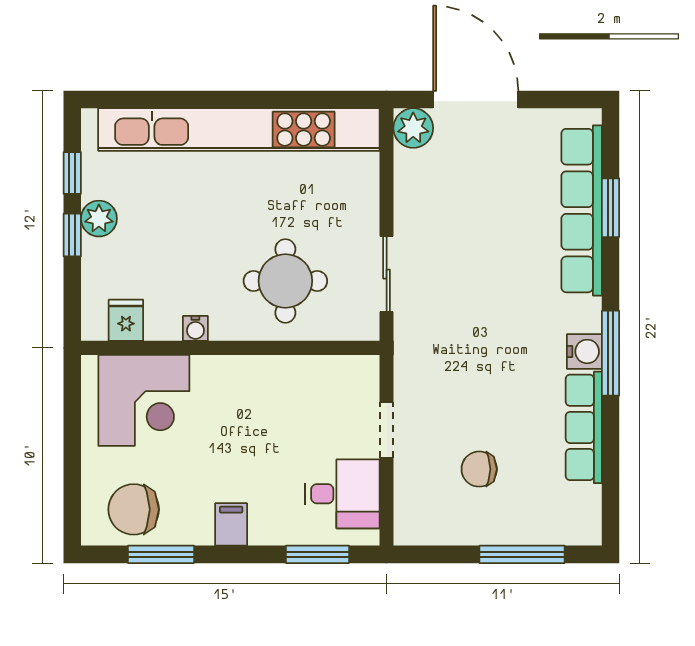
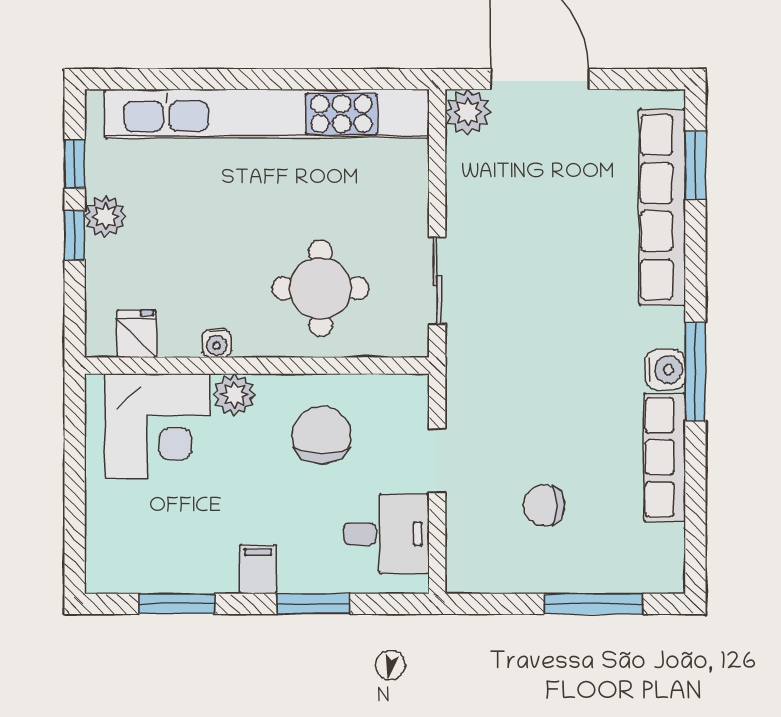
window: (610, 208) -> (695, 165), moved
plant: (211, 373) -> (234, 395), added
chair: (134, 509) -> (322, 435), moved, turned 90
window: (317, 554) -> (313, 604), moved

